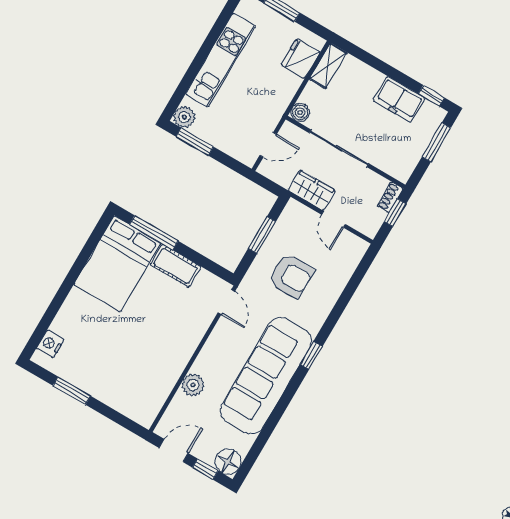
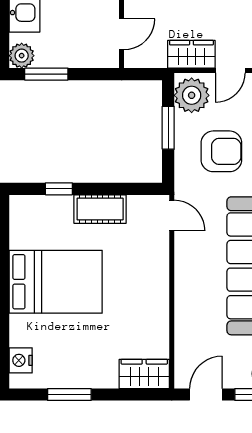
door: (333, 219) -> (230, 70), hinge flipped
window: (154, 233) -> (59, 189), width x0.46
bed: (117, 264) -> (56, 282), moved, turned -90
plant: (193, 385) -> (192, 95), moved, width x1.36, depth x1.36
wardrobe: (136, 408) -> (144, 374), added

